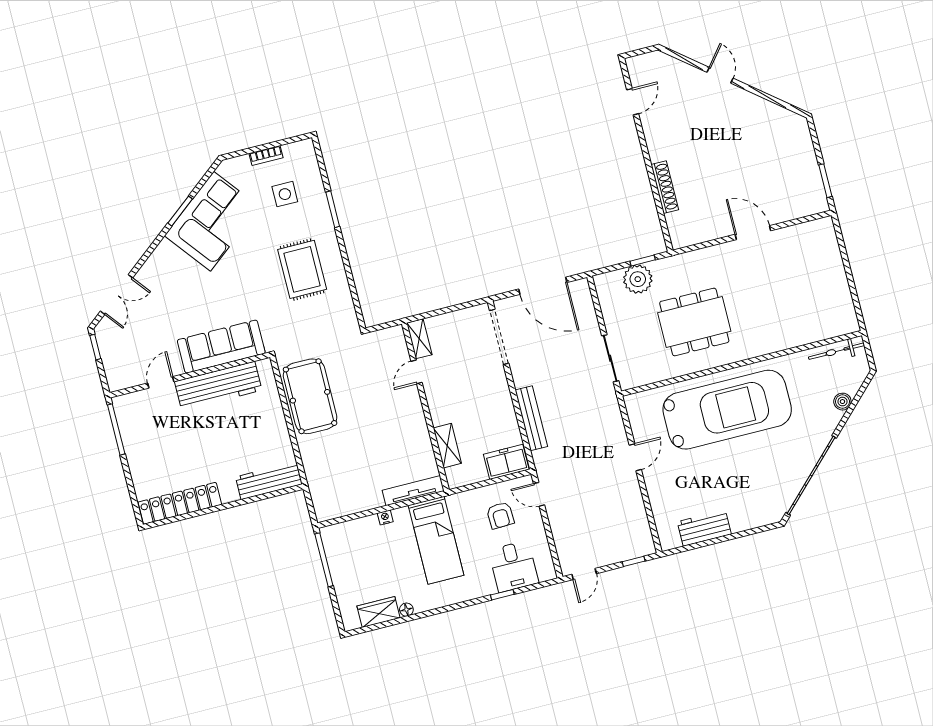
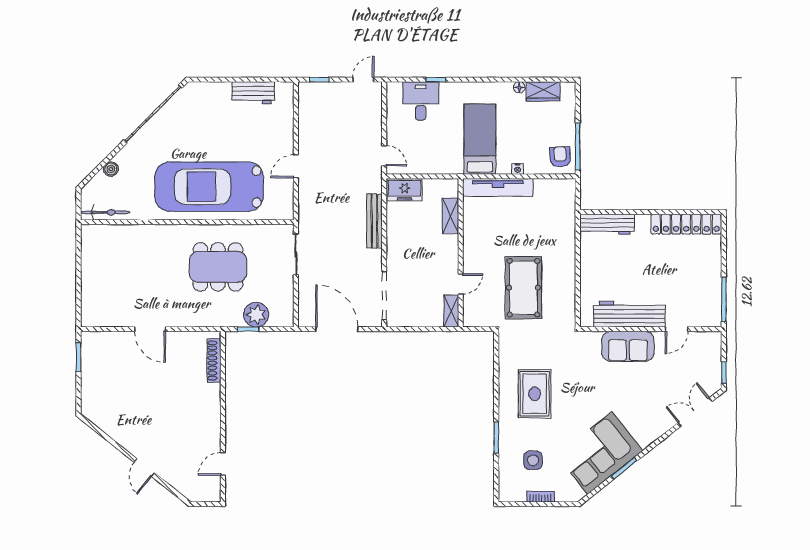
shoe rack: (665, 187) -> (214, 360), moved
sofa: (221, 347) -> (628, 346), width x0.73
pool table: (310, 396) -> (523, 288), moved
tv unit: (413, 491) -> (498, 187), width x1.36, depth x1.29
armchair: (500, 515) -> (560, 157), moved

